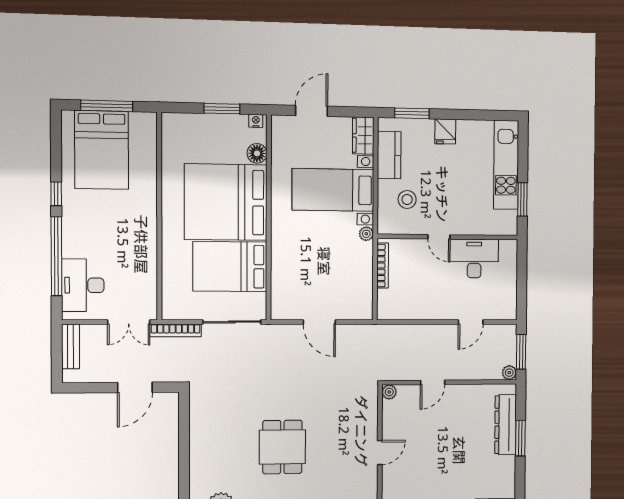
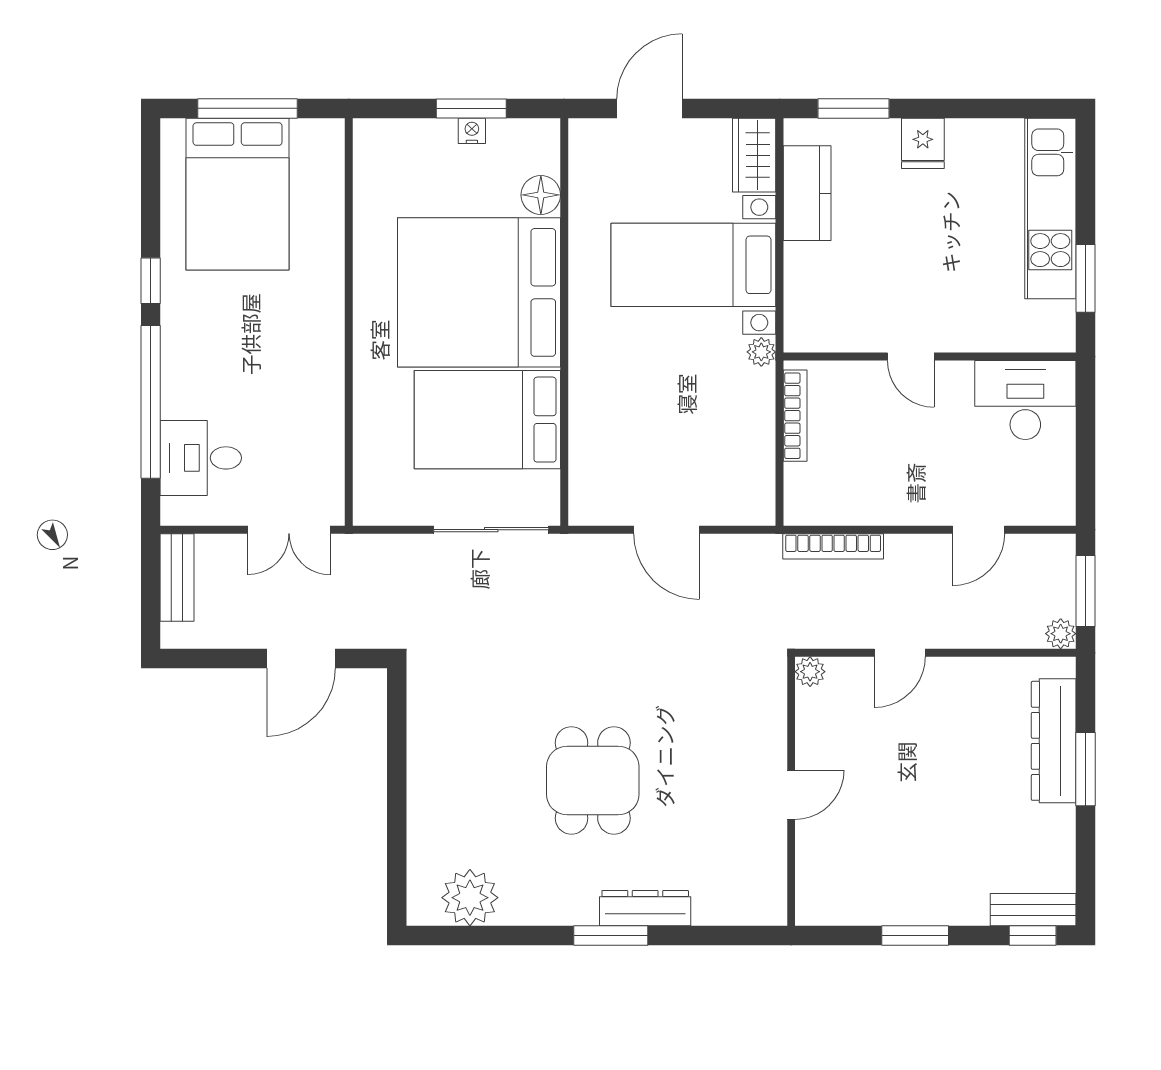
nightstand: (256, 121) -> (472, 131), moved
stool: (407, 200) -> (845, 282), removed
desk: (474, 259) -> (1025, 400), moved
desk: (83, 285) -> (201, 458), width x0.73
bookcase: (176, 330) -> (833, 546), moved

